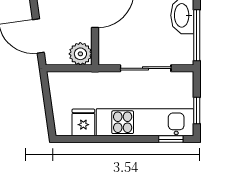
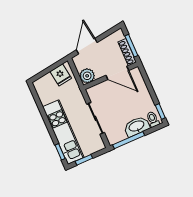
fridge: (83, 122) -> (61, 75), moved, turned 82

